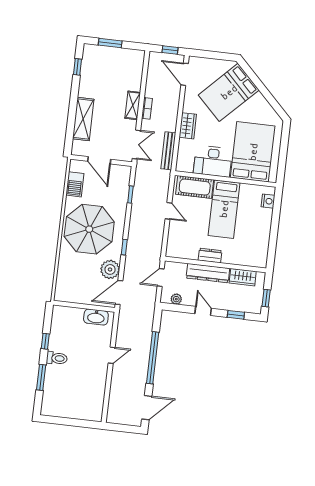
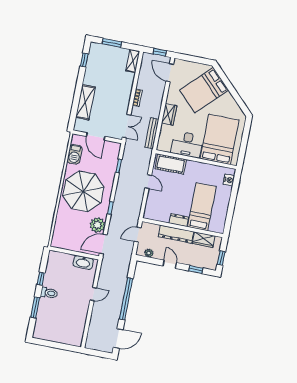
shelving: (133, 105) -> (133, 61), moved
bed: (224, 209) -> (202, 207), moved, turned 180

